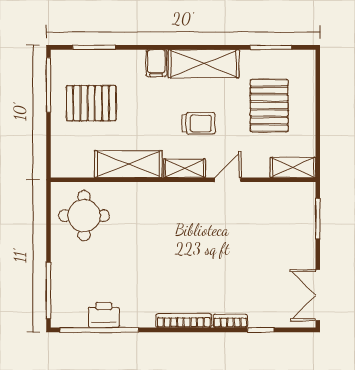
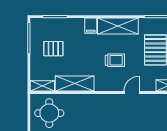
pallet: (91, 103) -> (53, 49), width x0.67, depth x0.71
shelving: (185, 168) -> (42, 86), moved

